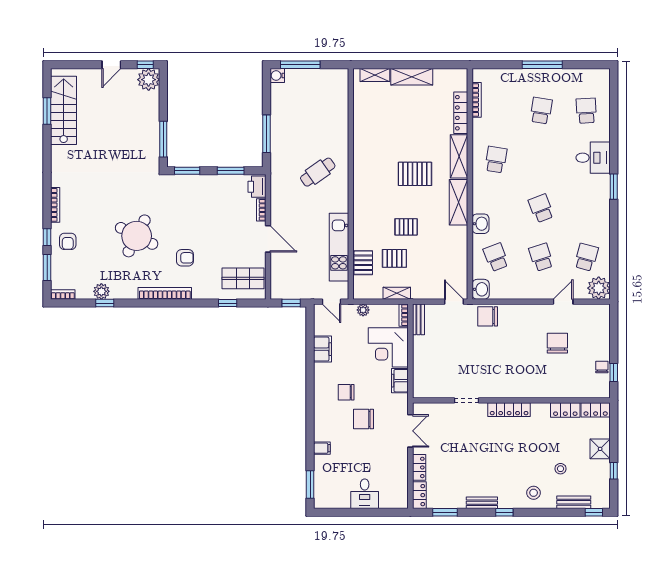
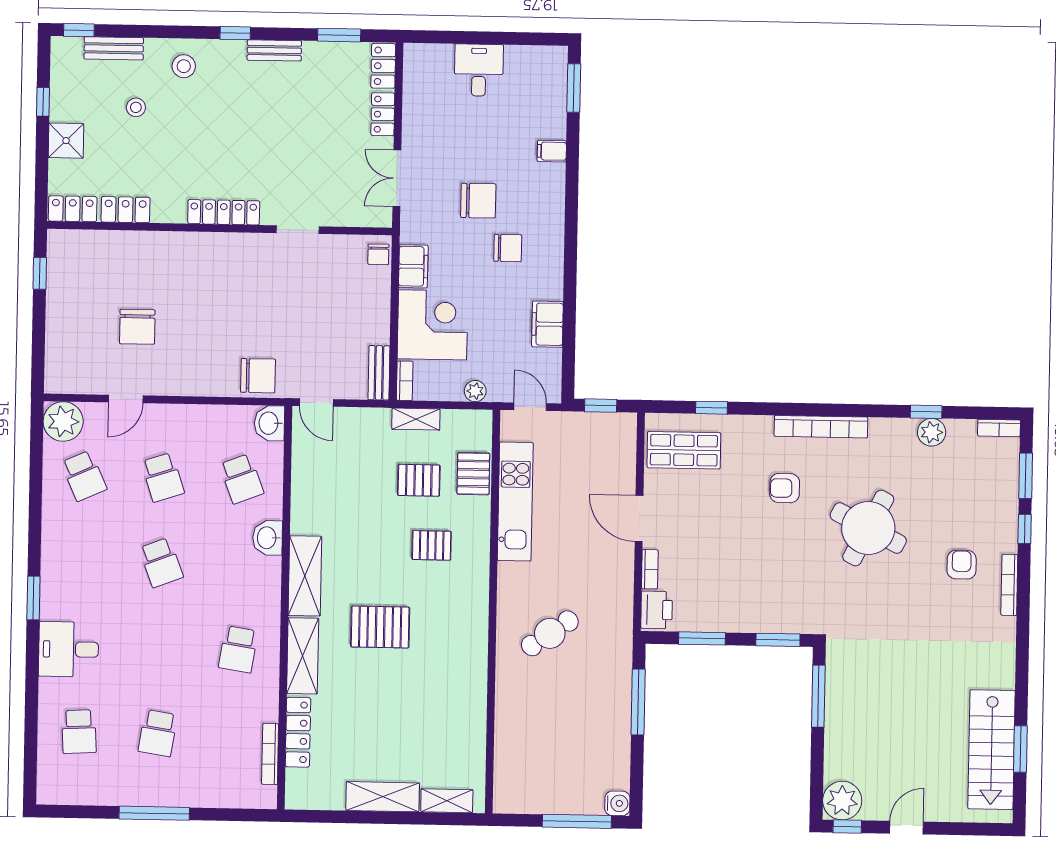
pallet: (406, 227) -> (432, 545), moved
armchair: (68, 241) -> (962, 565), moved
school desk: (586, 257) -> (84, 476), turned -39
chair: (602, 367) -> (378, 254), moved

